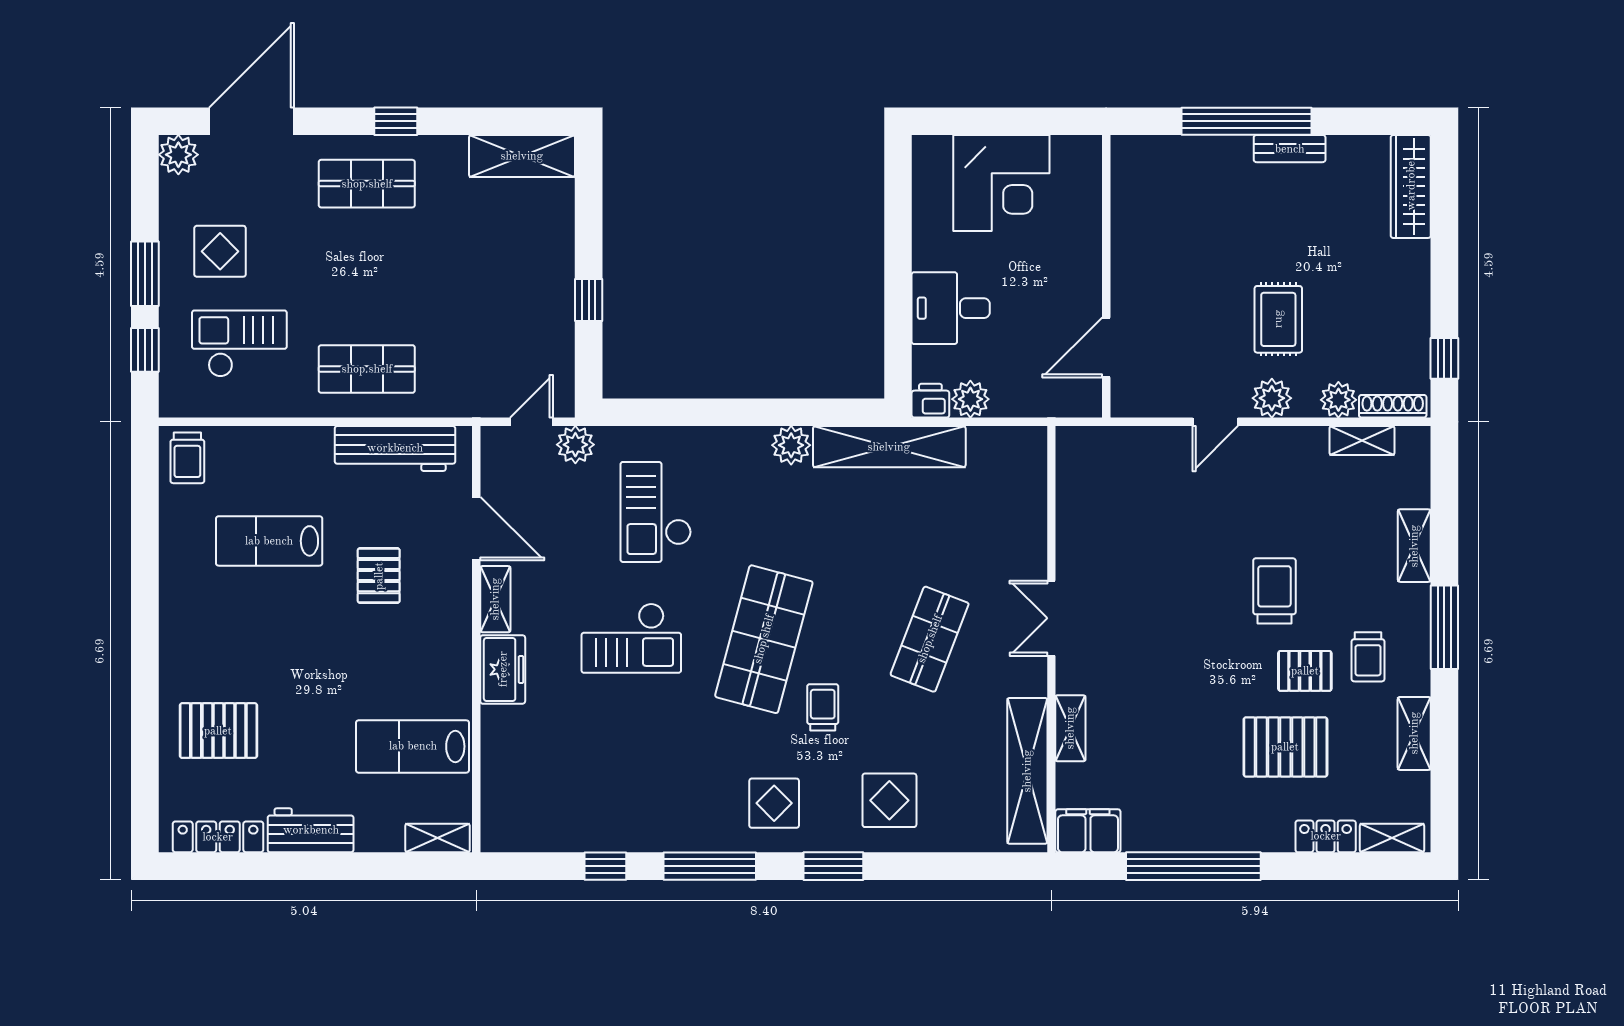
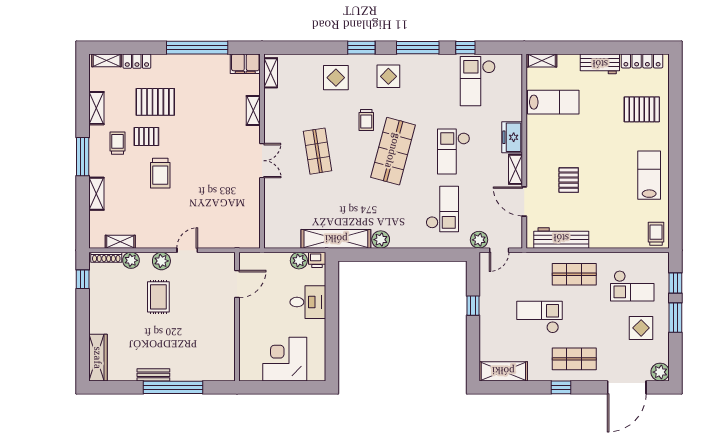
checkout: (443, 275) -> (539, 317), added
lab bench: (269, 541) -> (649, 175), moved, turned -90
checkout: (631, 638) -> (454, 152), turned -90
shop shelf: (930, 639) -> (317, 151), turned -30
shelving: (1027, 771) -> (271, 73), width x0.45, depth x0.75
checkout: (578, 793) -> (478, 81), added

